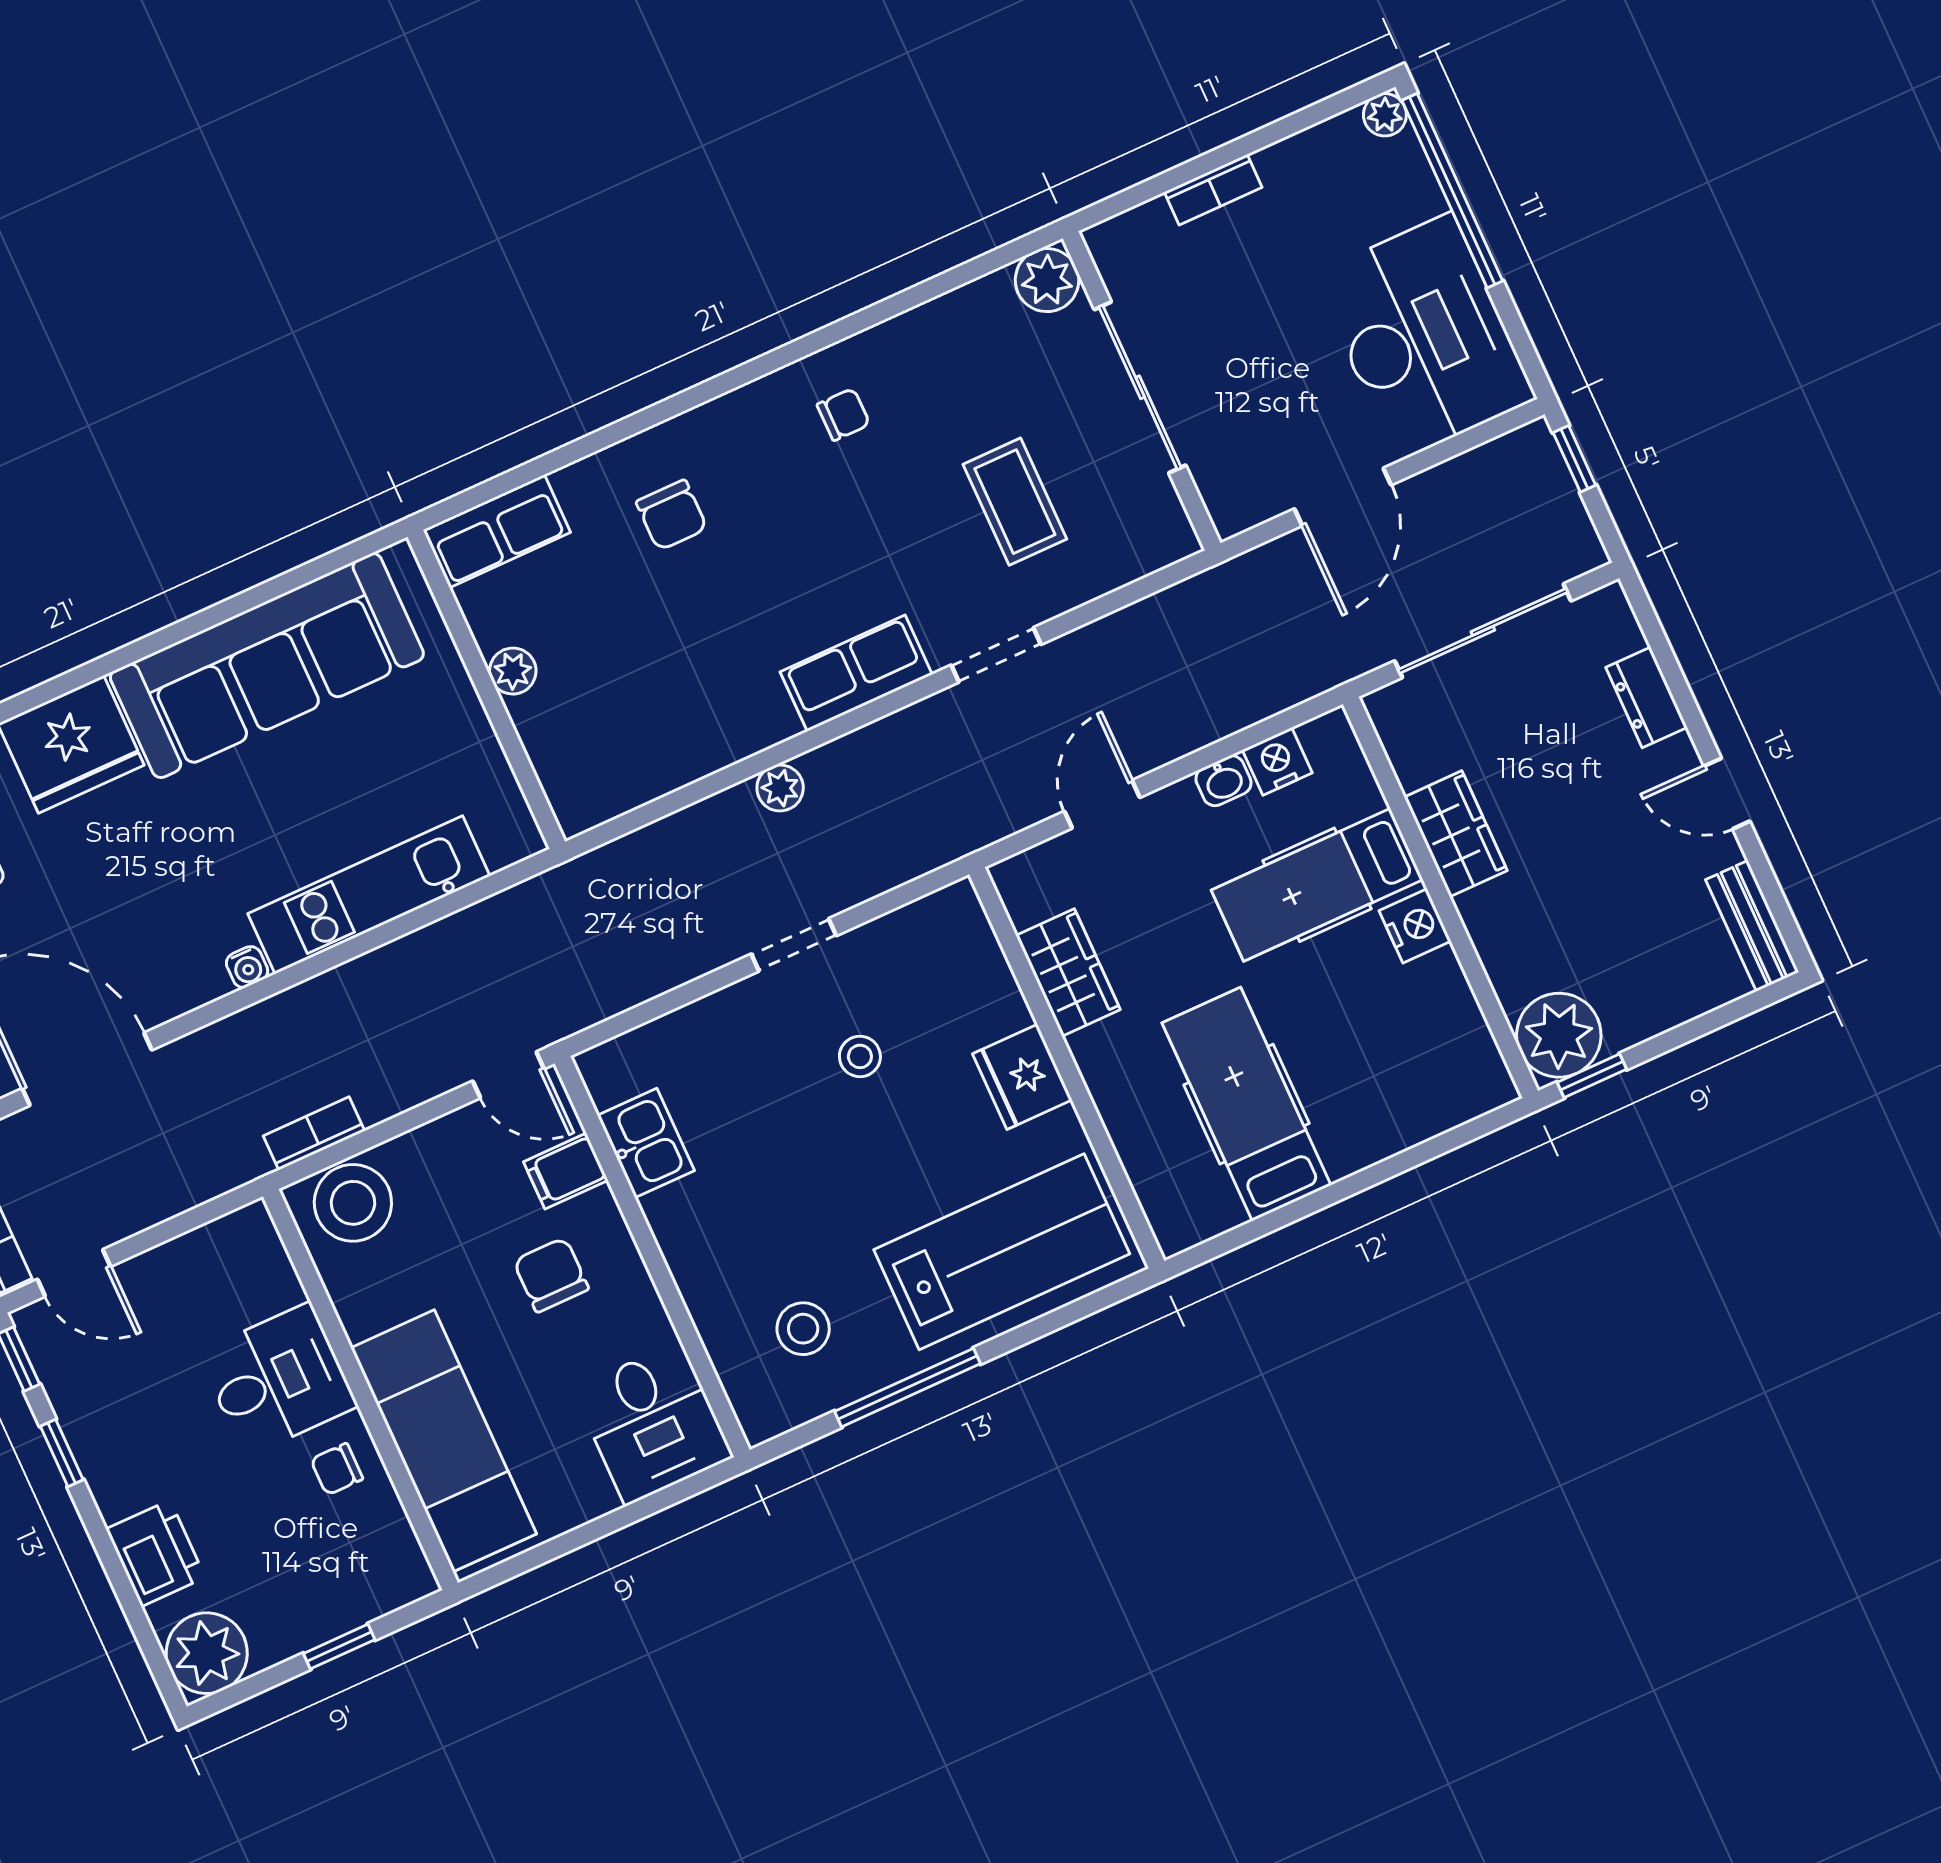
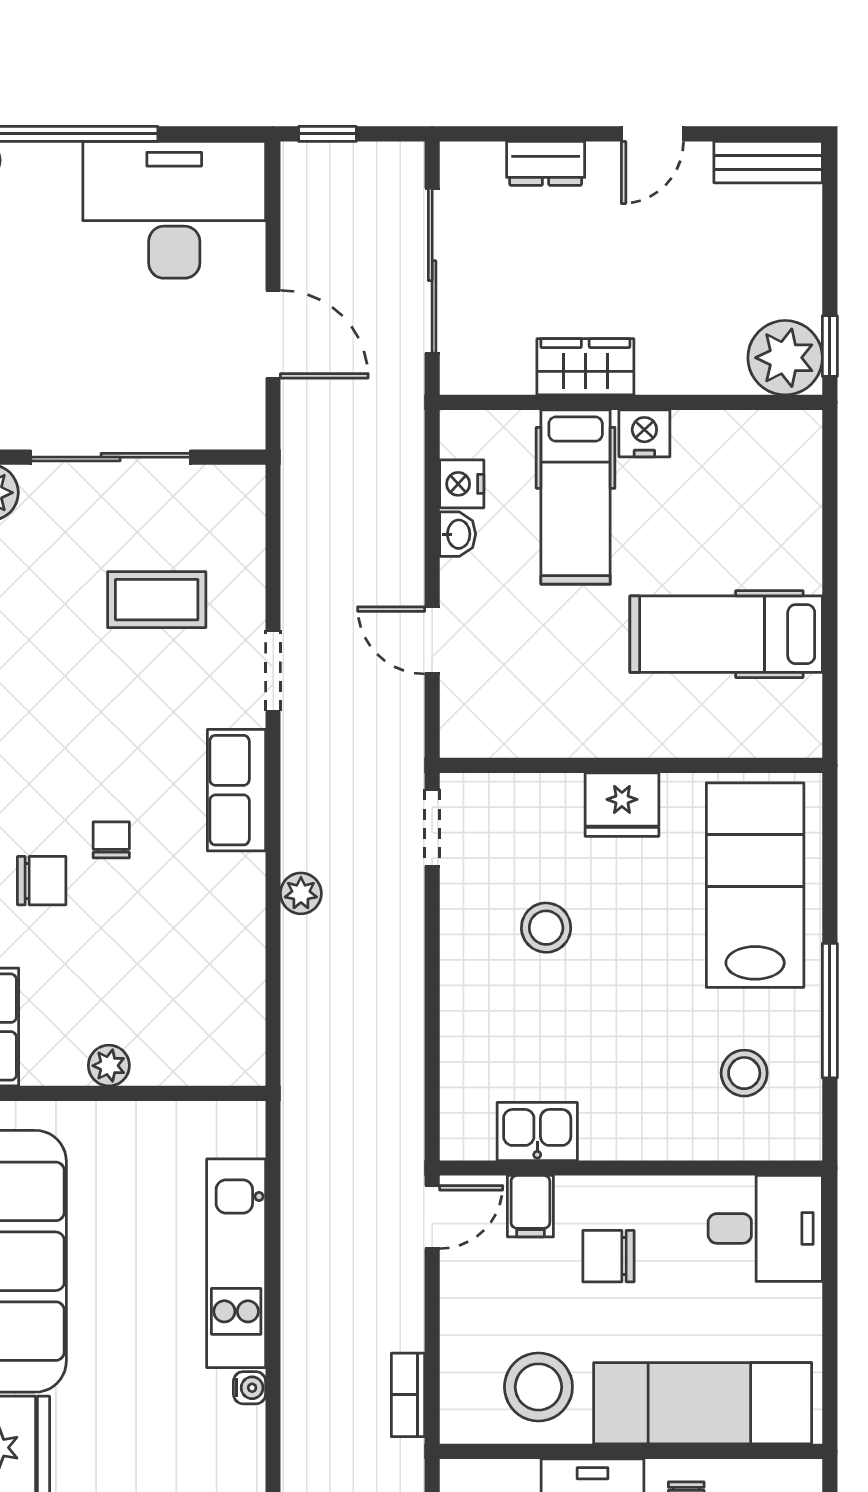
chair: (843, 414) -> (111, 840), moved
doorway: (794, 945) -> (432, 828), moved
wardrobe: (1068, 972) -> (555, 729), removed
stool: (860, 1056) -> (546, 928), width x1.37, depth x1.37
stool: (353, 1203) -> (538, 1387), moved

